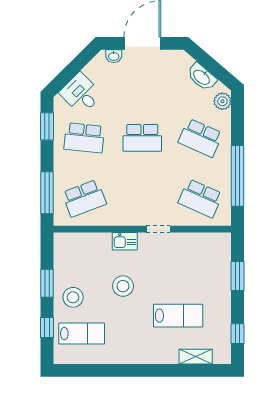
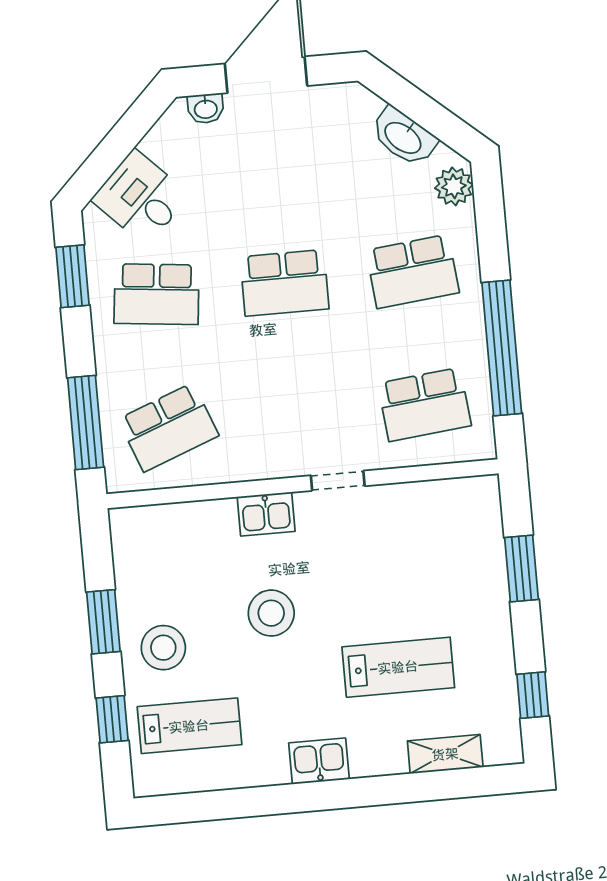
school desk: (200, 138) -> (413, 271), turned -30
school desk: (200, 198) -> (424, 404), turned -30
kitchen sink: (139, 355) -> (319, 761), added

